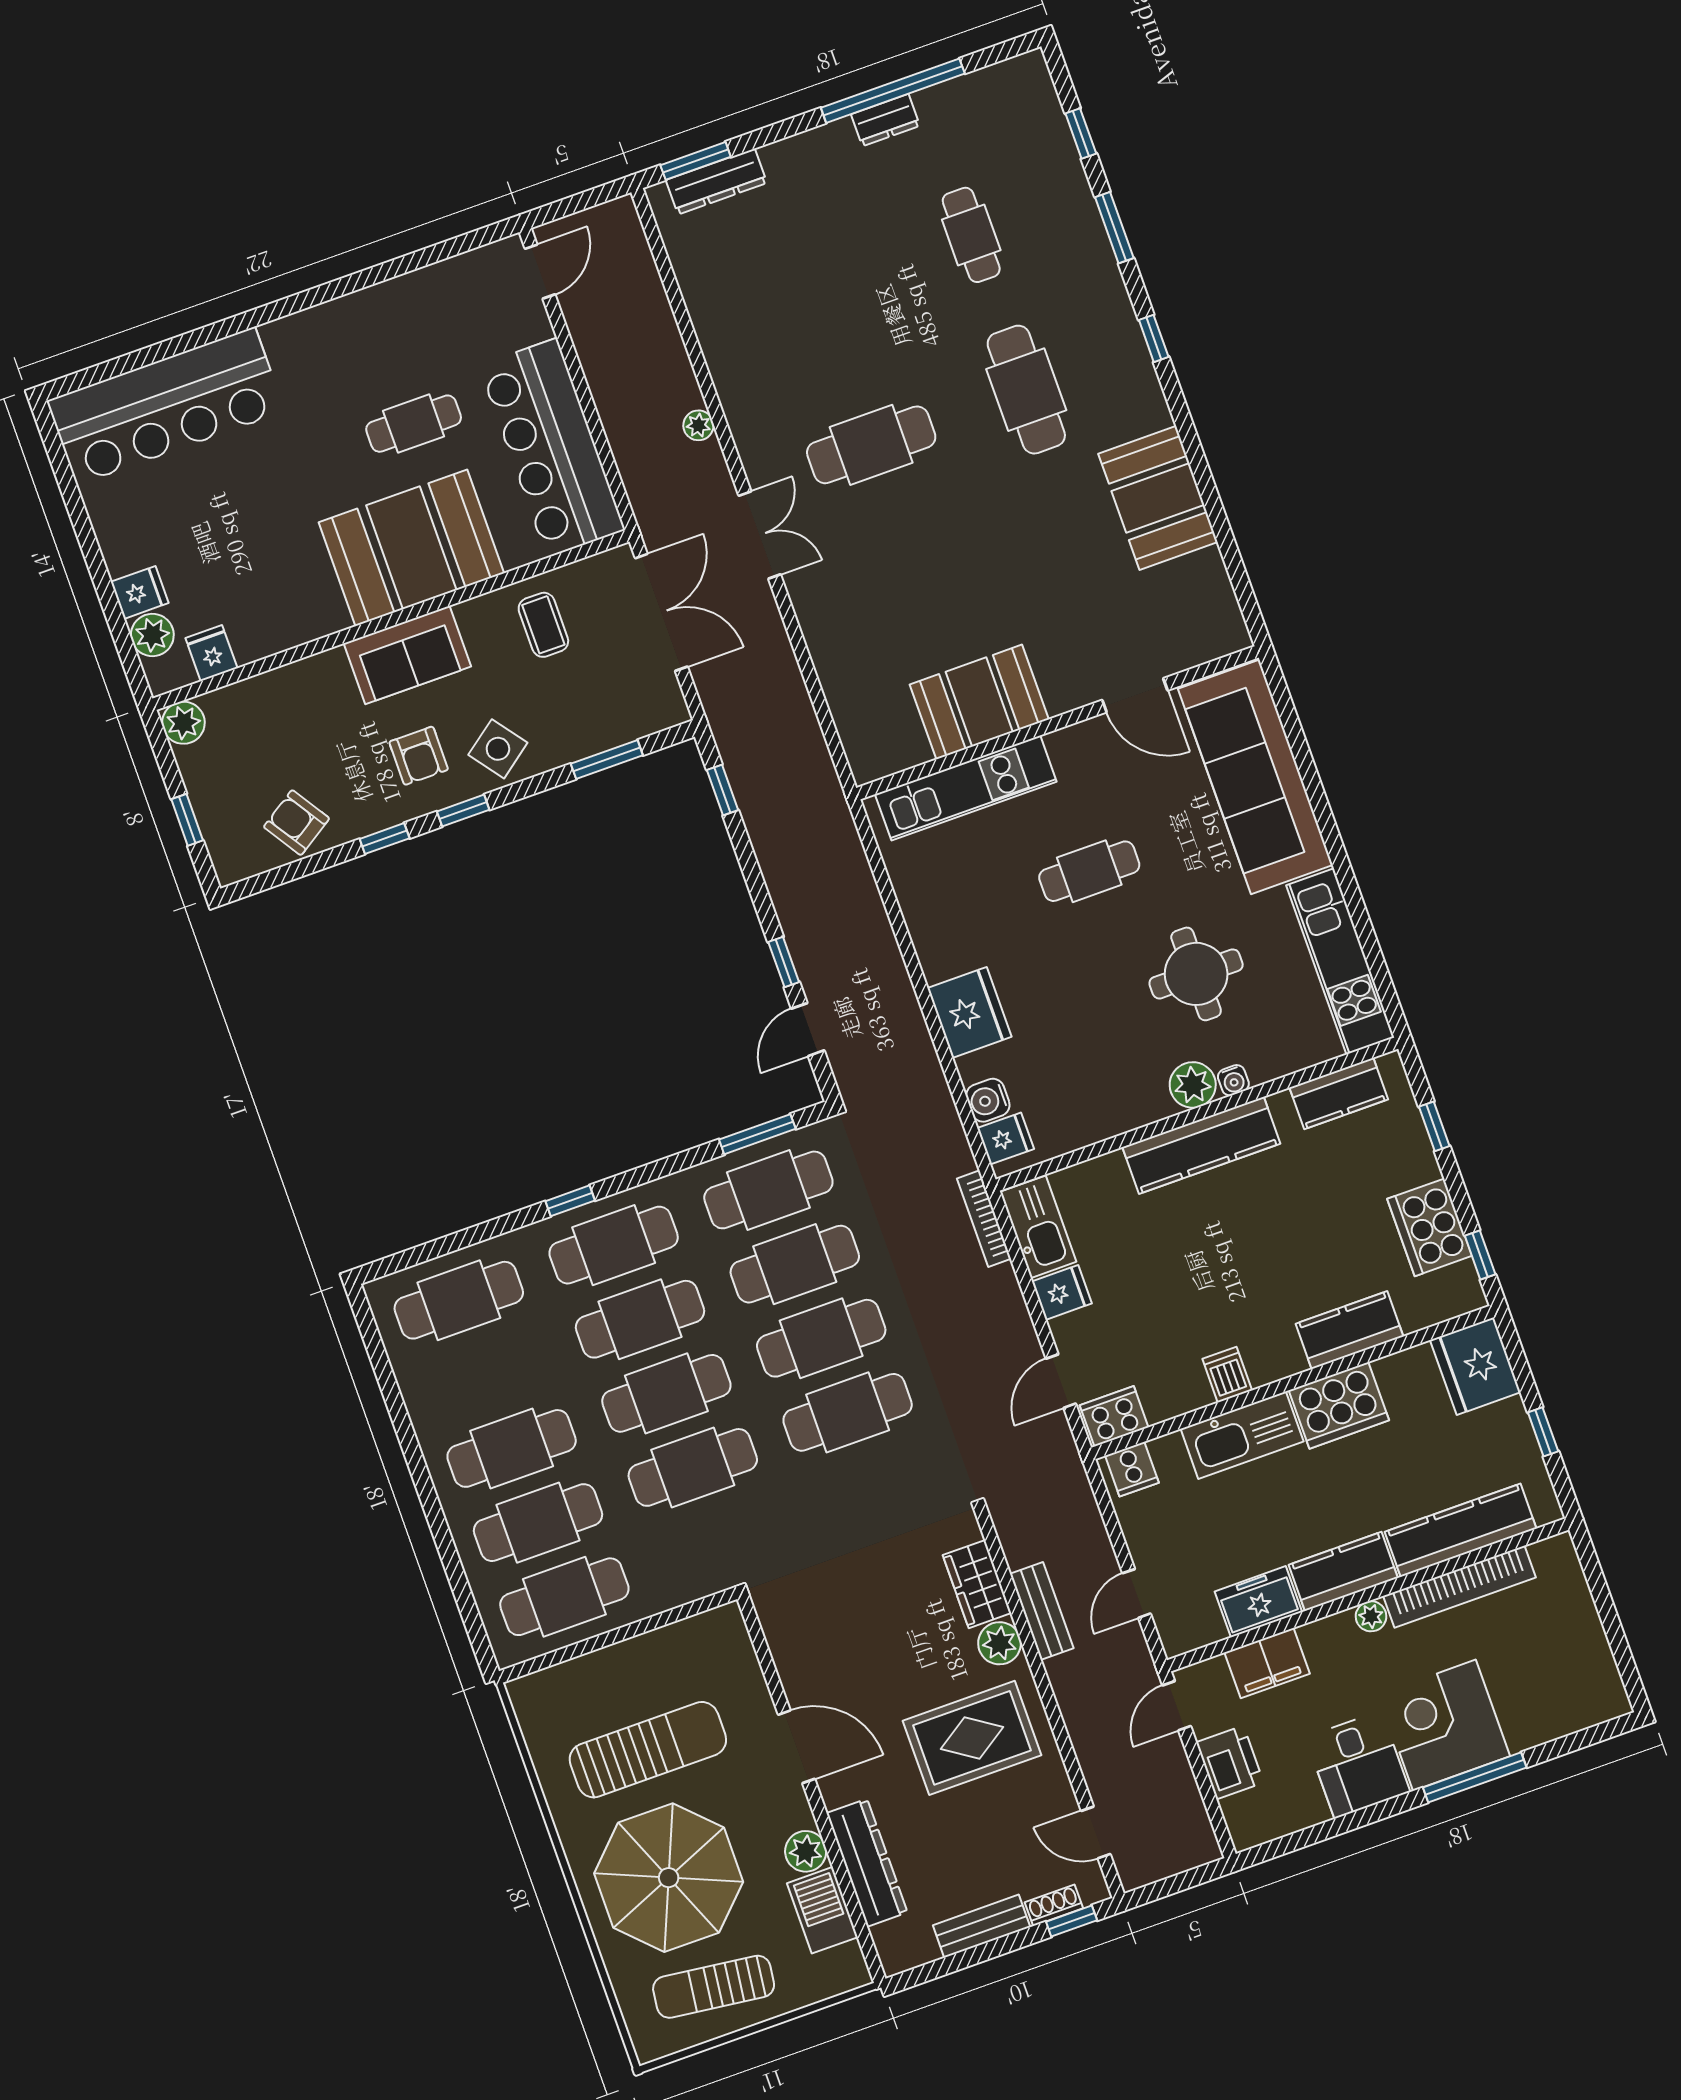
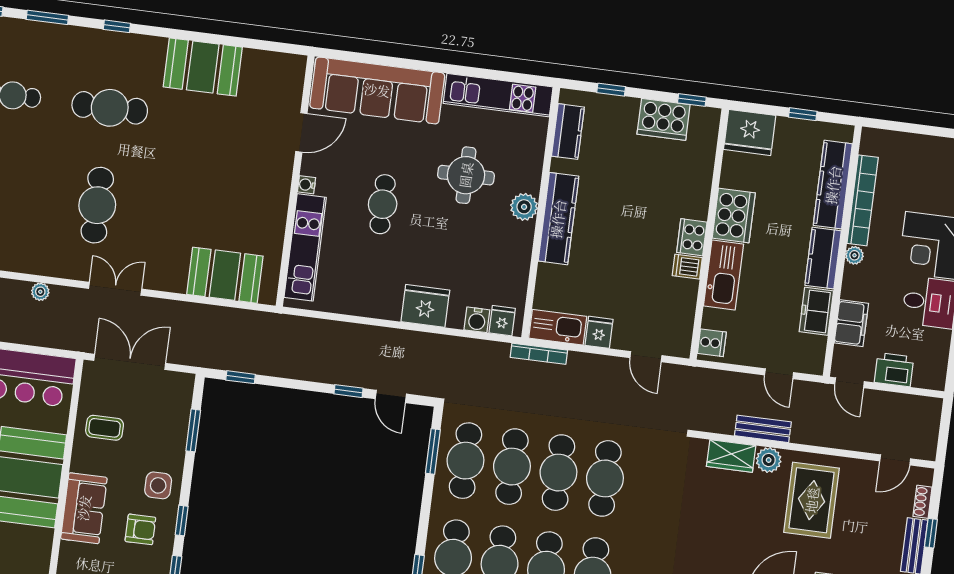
booth: (979, 702) -> (225, 275), moved, turned 90
side table: (498, 749) -> (158, 485), turned 37
water cooler: (1233, 1080) -> (307, 185), moved, turned 180
kitchen counter: (1349, 1330) -> (697, 190), removed
cooker: (1114, 1416) -> (692, 237), moved
window: (1072, 1921) -> (931, 533), moved

